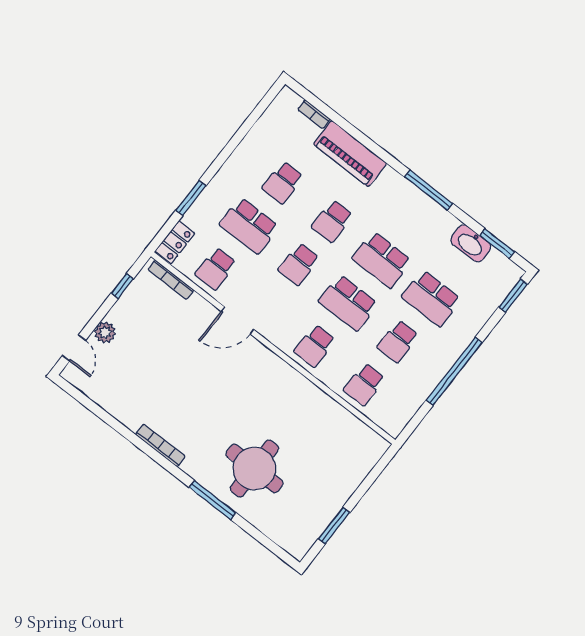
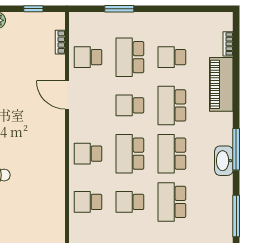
school desk: (332, 221) -> (172, 105), width x1.85
locker: (175, 242) -> (85, 20), removed
washbasin: (471, 243) -> (224, 161), moved
window: (497, 243) -> (236, 216), width x1.44
bookcase: (171, 280) -> (60, 42), width x0.64

